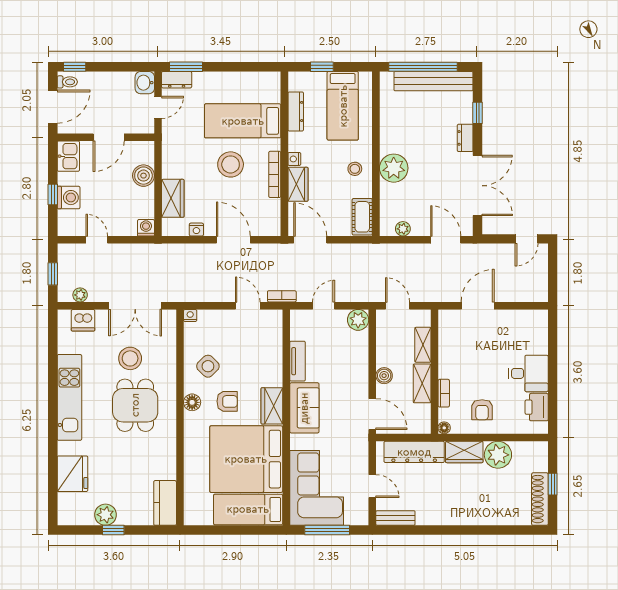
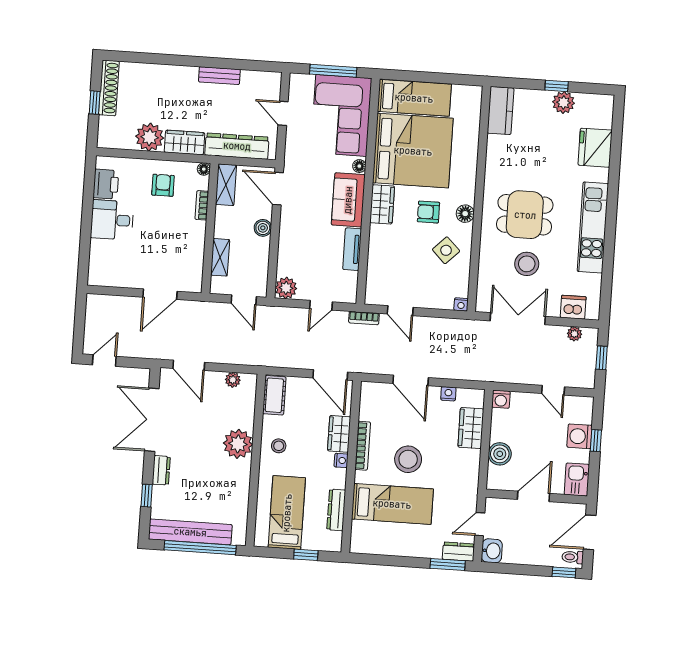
shelving: (422, 383) -> (226, 185), moved
dining table: (135, 405) -> (525, 215), turned 90
floor lamp: (296, 441) -> (359, 166), added
bench: (395, 518) -> (219, 76), moved

